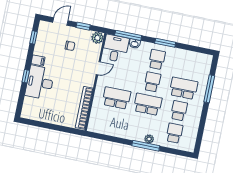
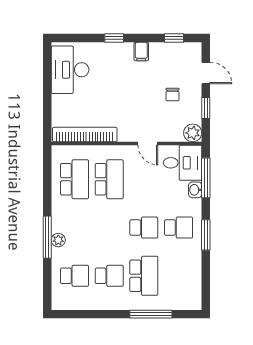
desk: (40, 82) -> (70, 70), moved, turned -90
school desk: (148, 104) -> (74, 179), moved

